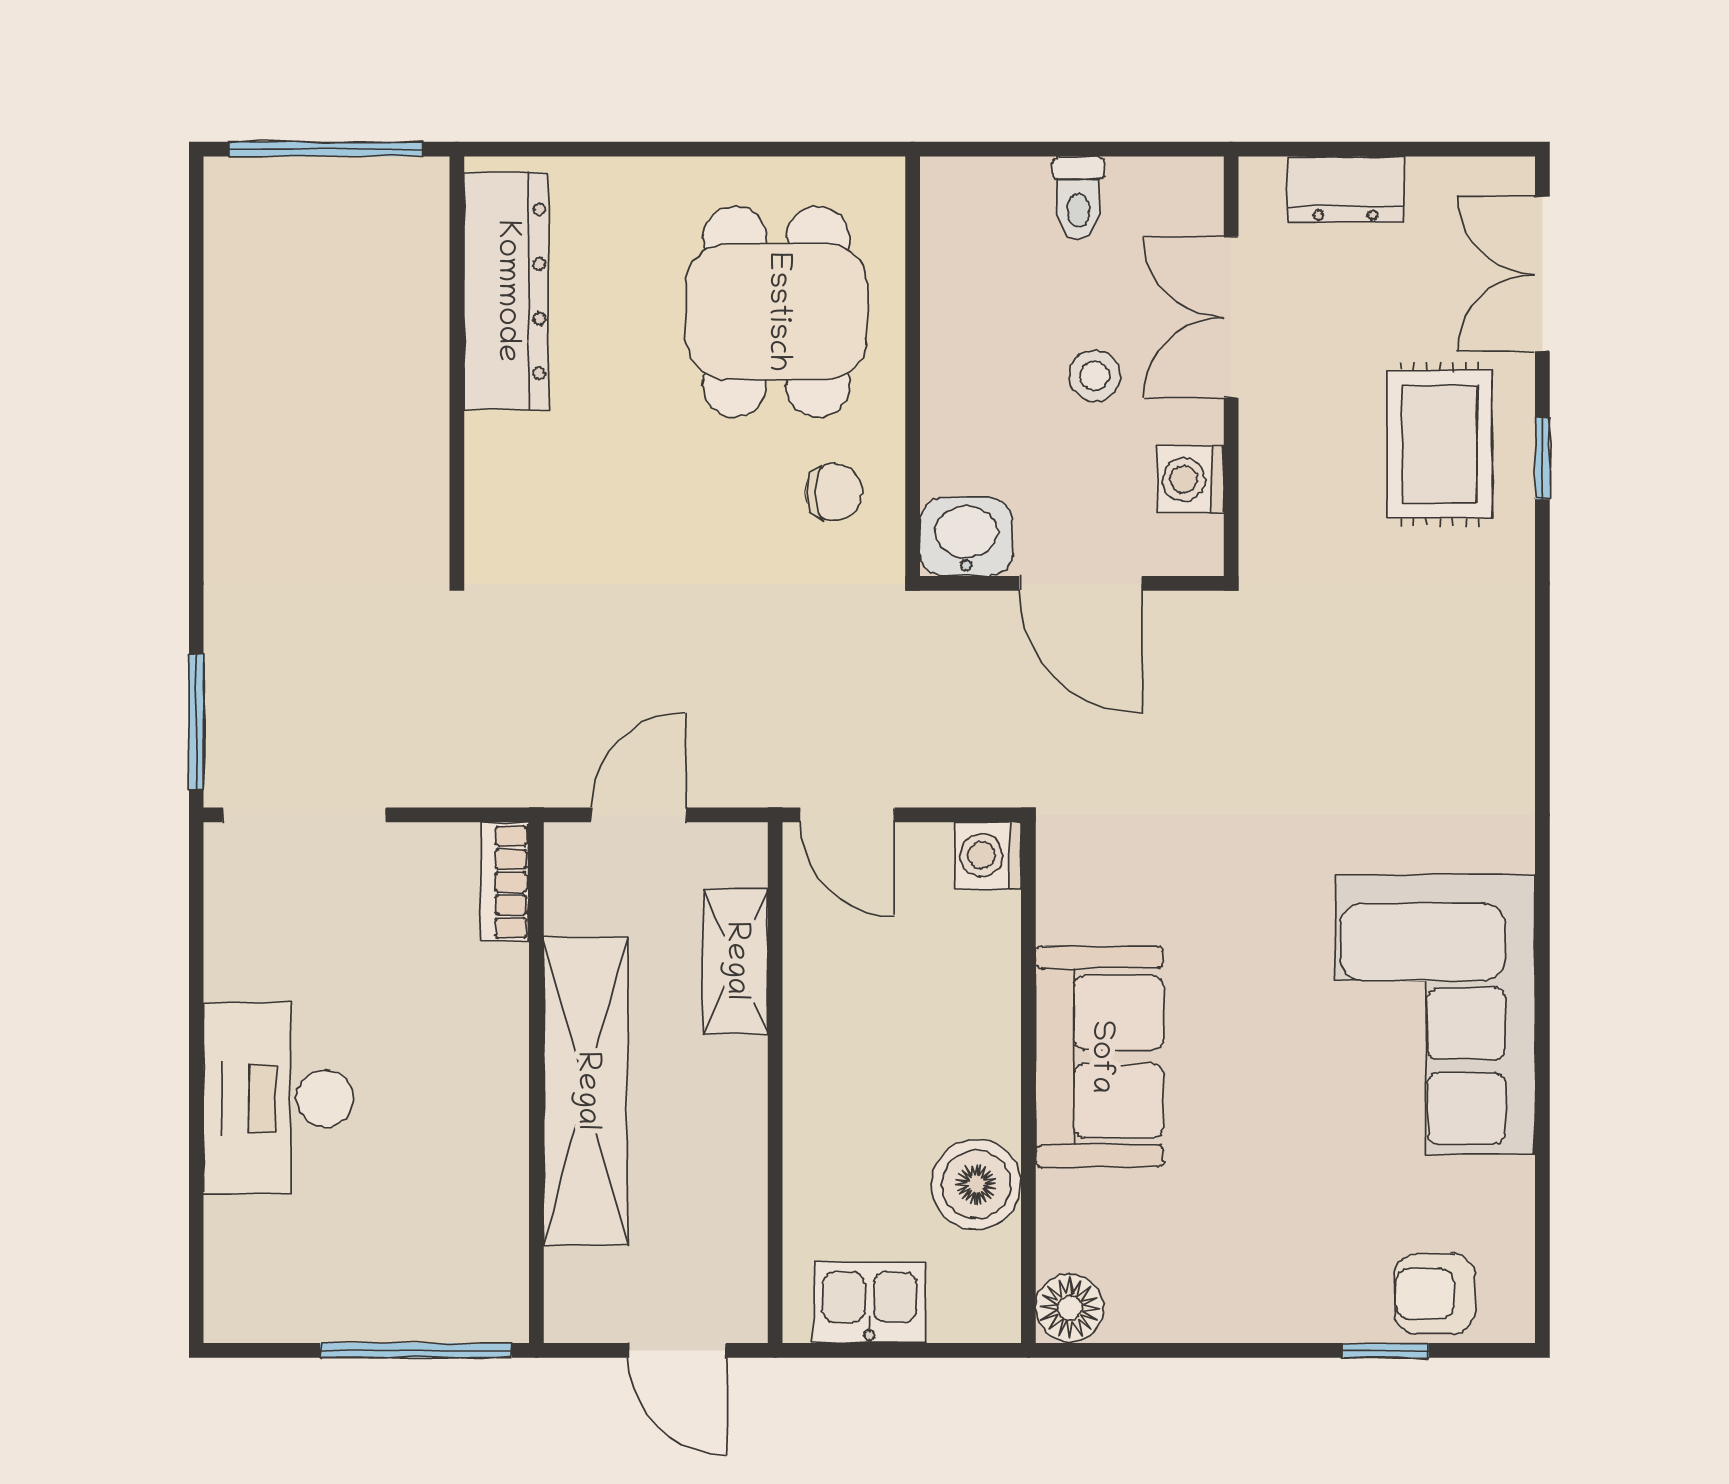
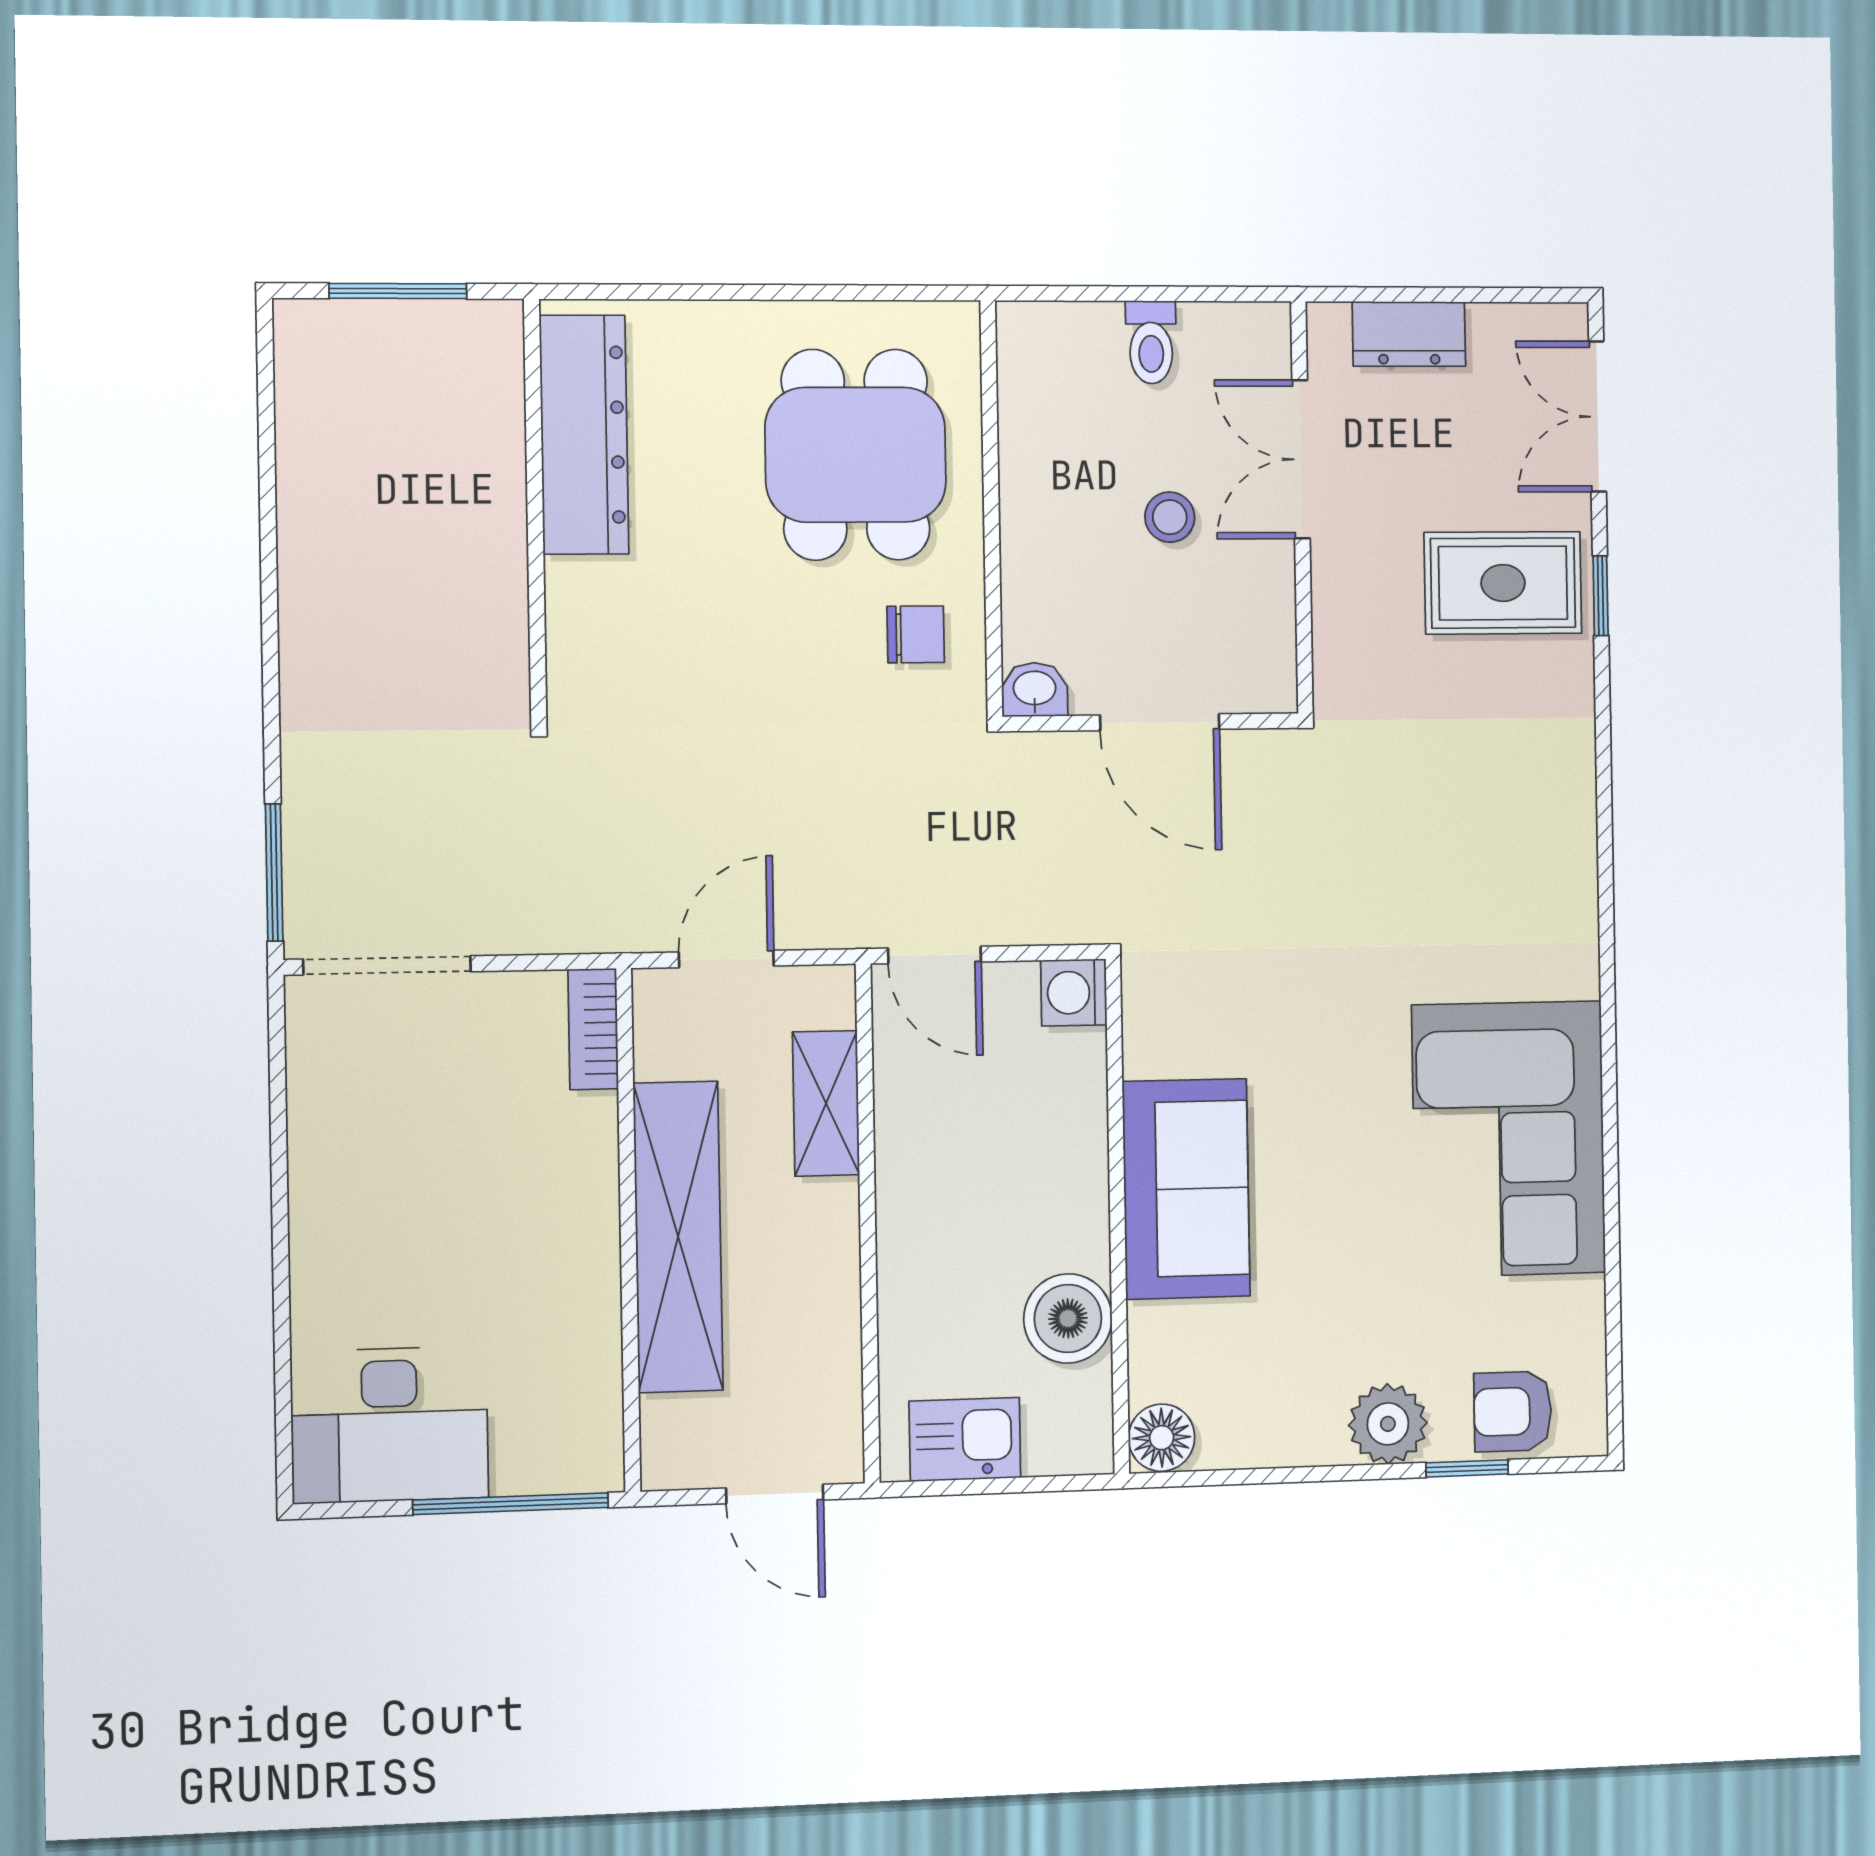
window: (326, 149) -> (398, 291), width x0.69
rug: (1440, 444) -> (1503, 583), turned 90
washing machine: (1190, 479) -> (1264, 619), removed
washbasin: (966, 537) -> (1035, 690), width x0.72, depth x0.69
desk: (279, 1099) -> (390, 1425), moved, turned -90
plant: (1304, 1302) -> (1388, 1424), added

